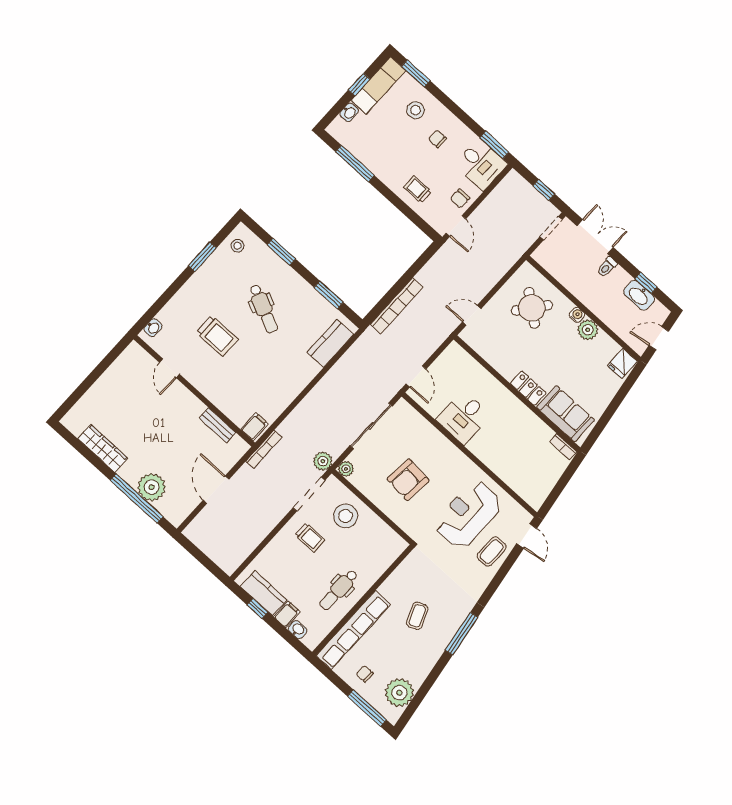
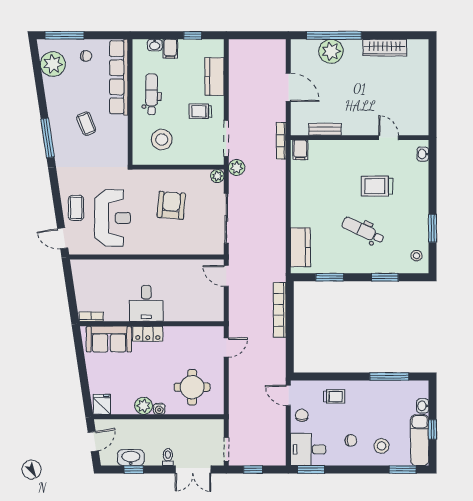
round table: (532, 308) -> (192, 387), turned -38
desk: (464, 417) -> (146, 303), moved, turned 180
stool: (346, 516) -> (162, 140), moved
kitchen counter: (264, 593) -> (214, 77), moved, turned 90

